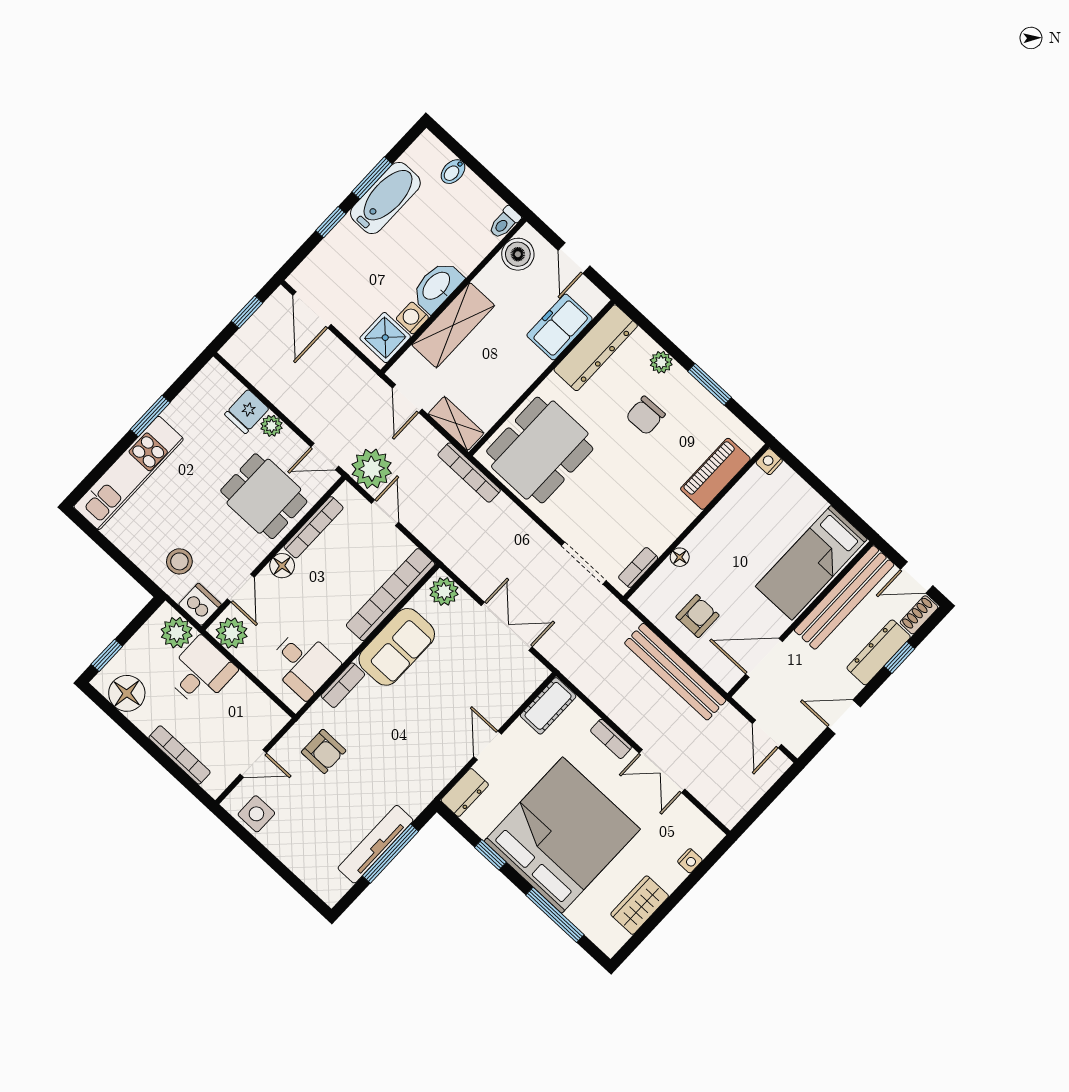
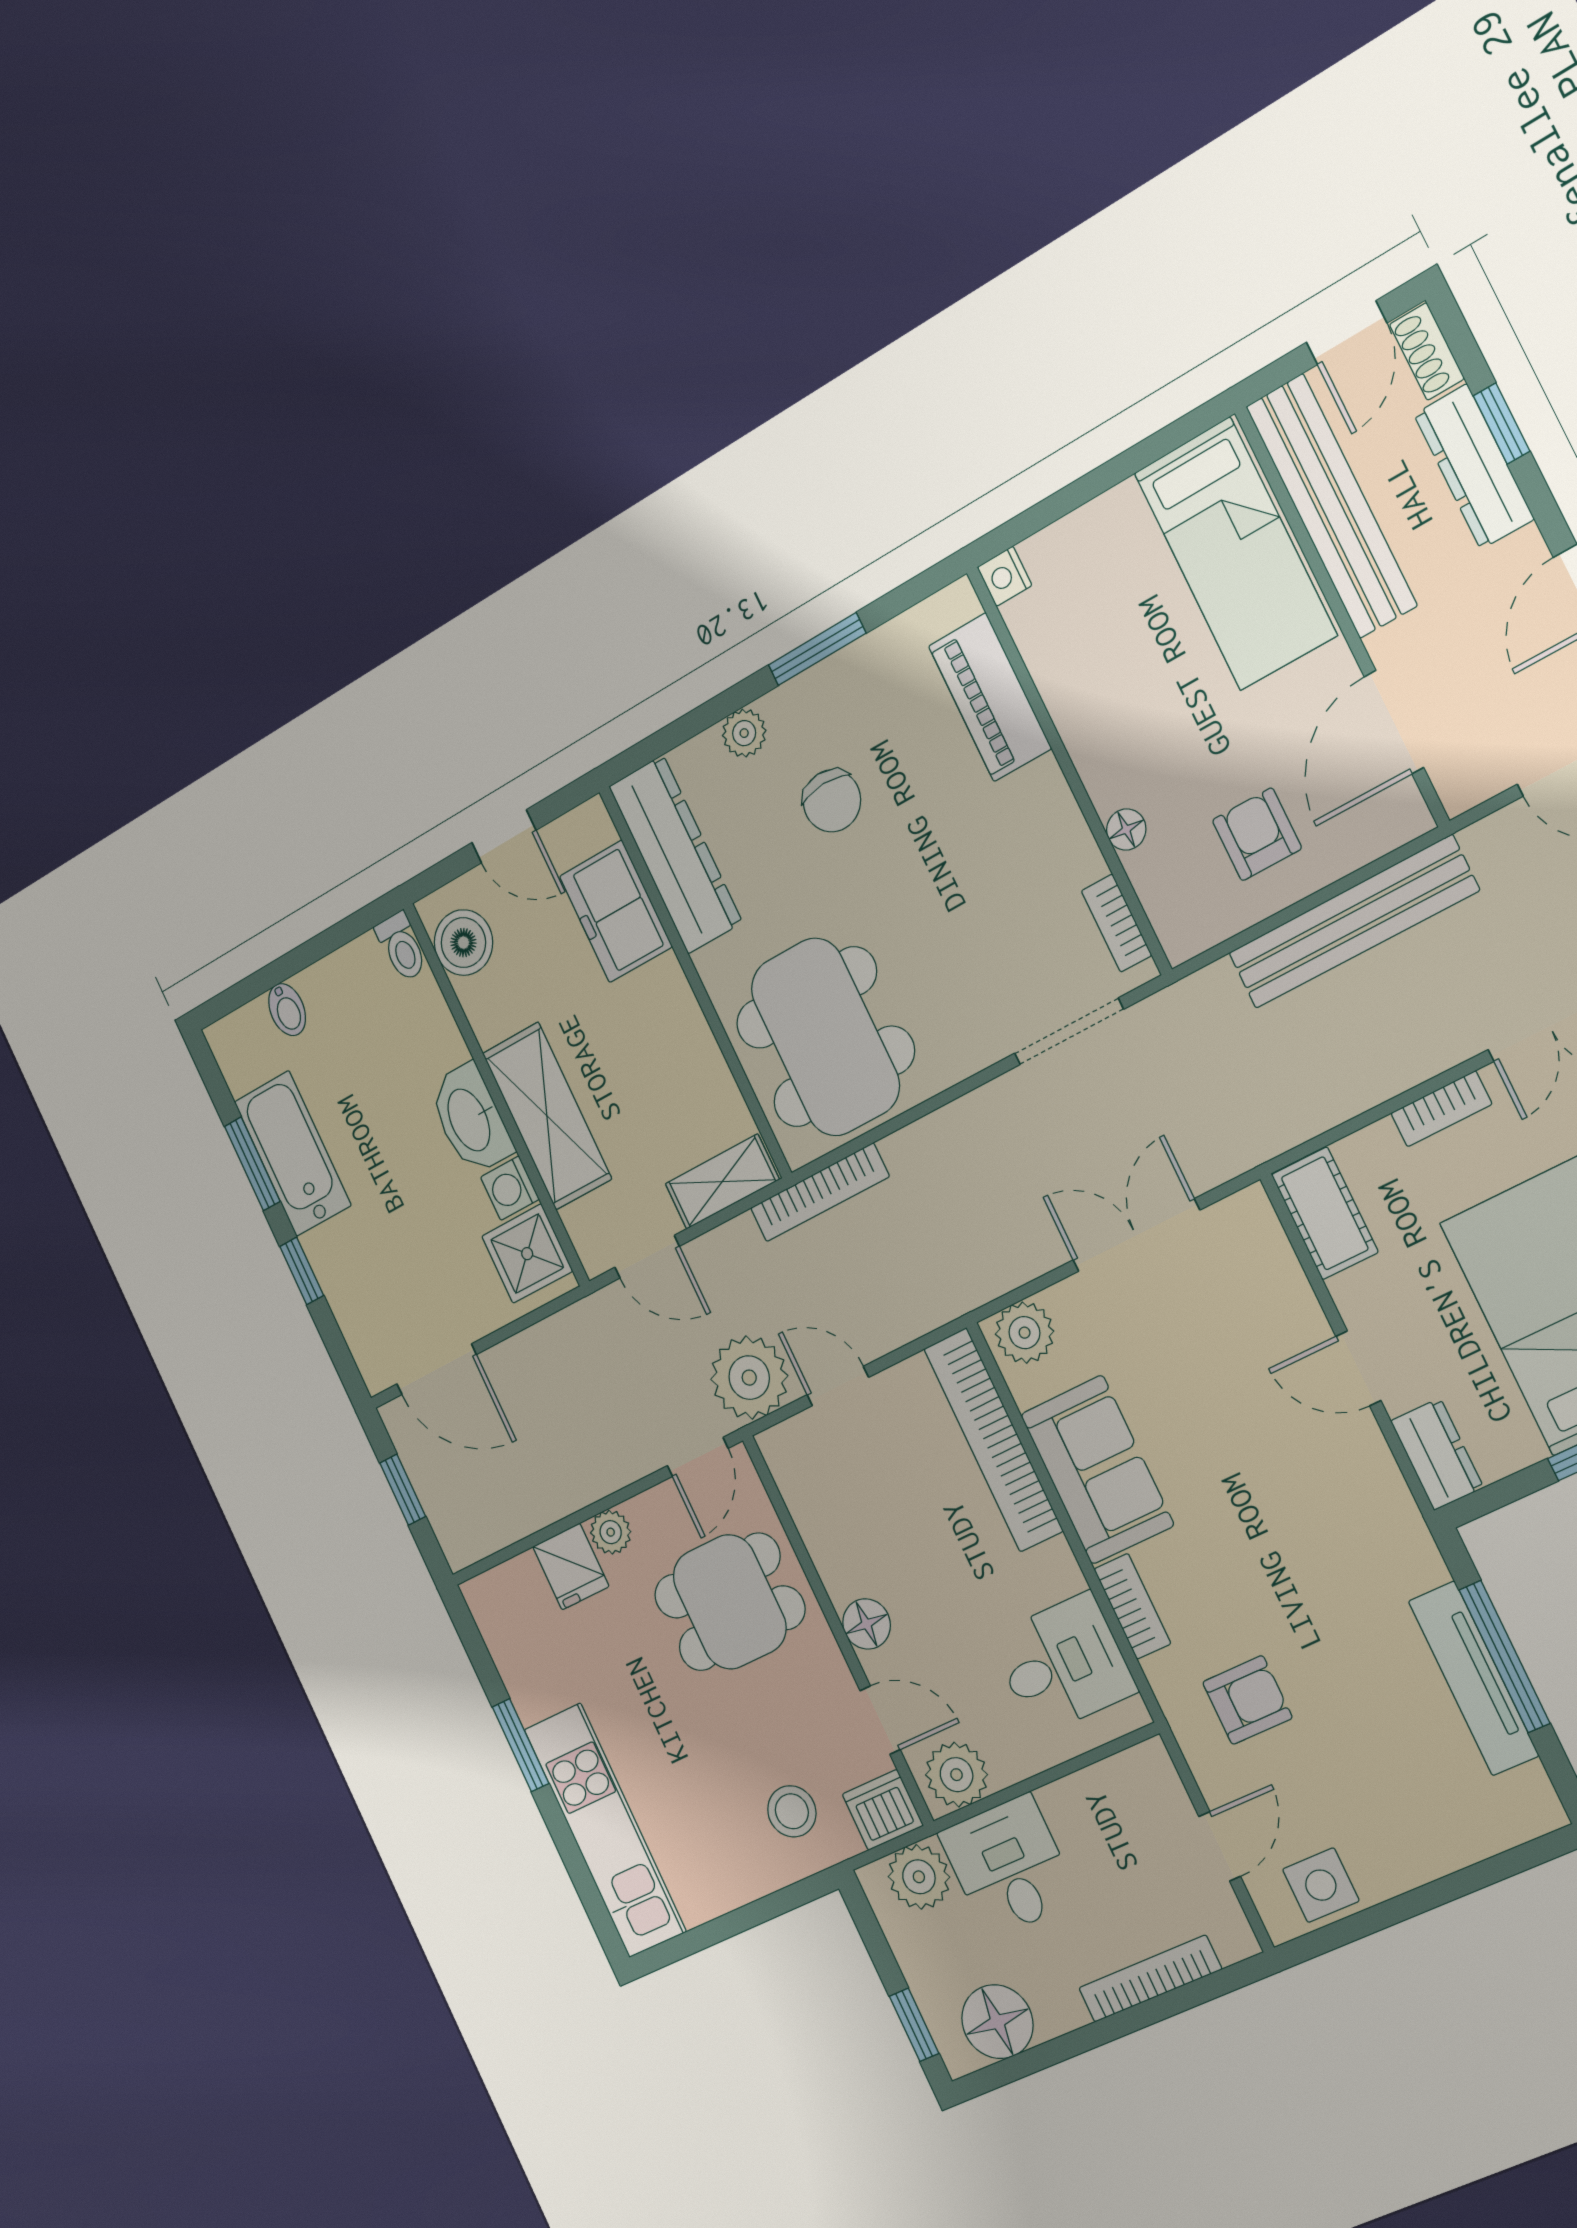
bookcase: (314, 527) -> (817, 1534), removed

